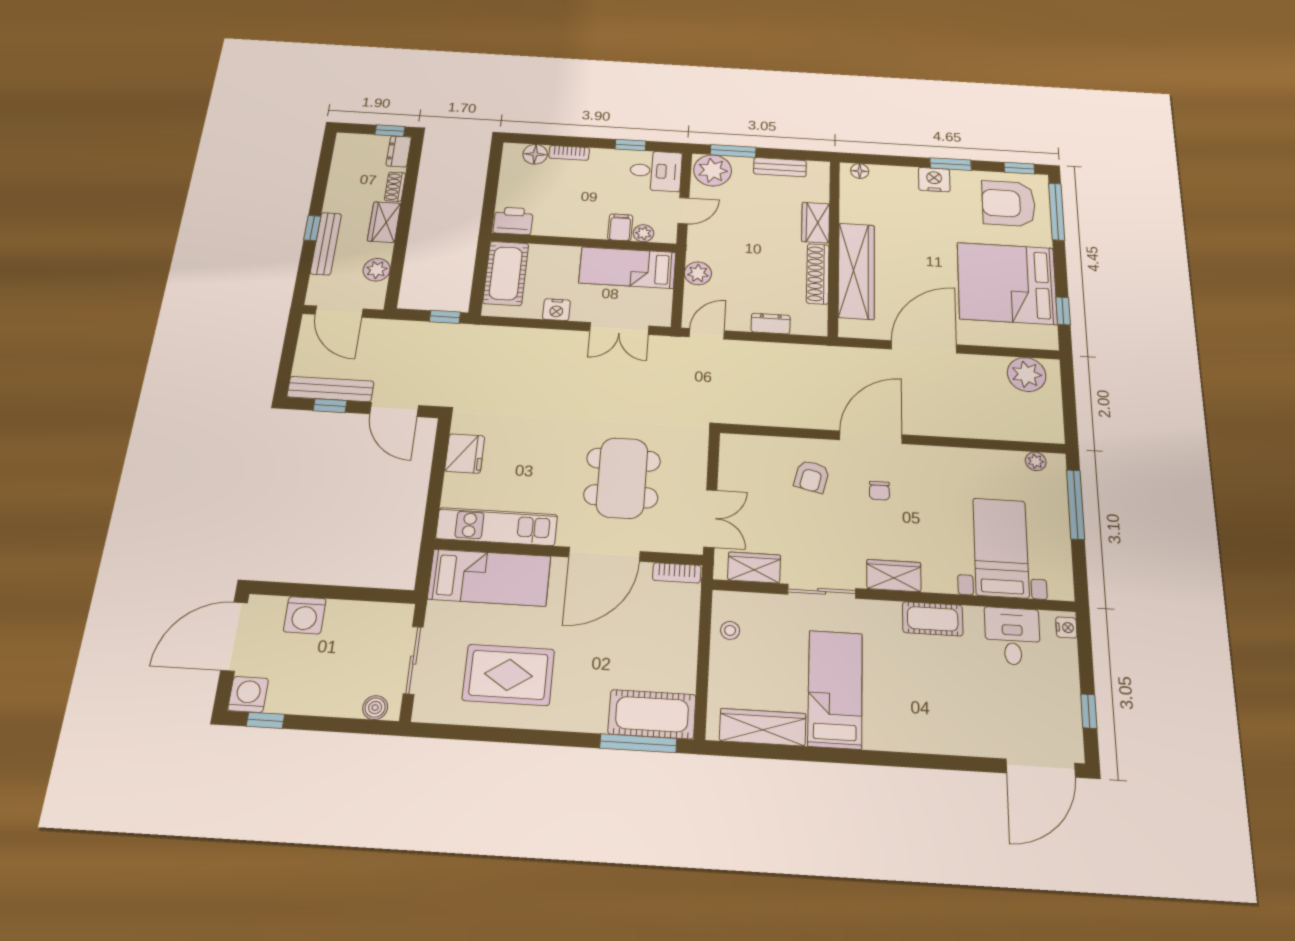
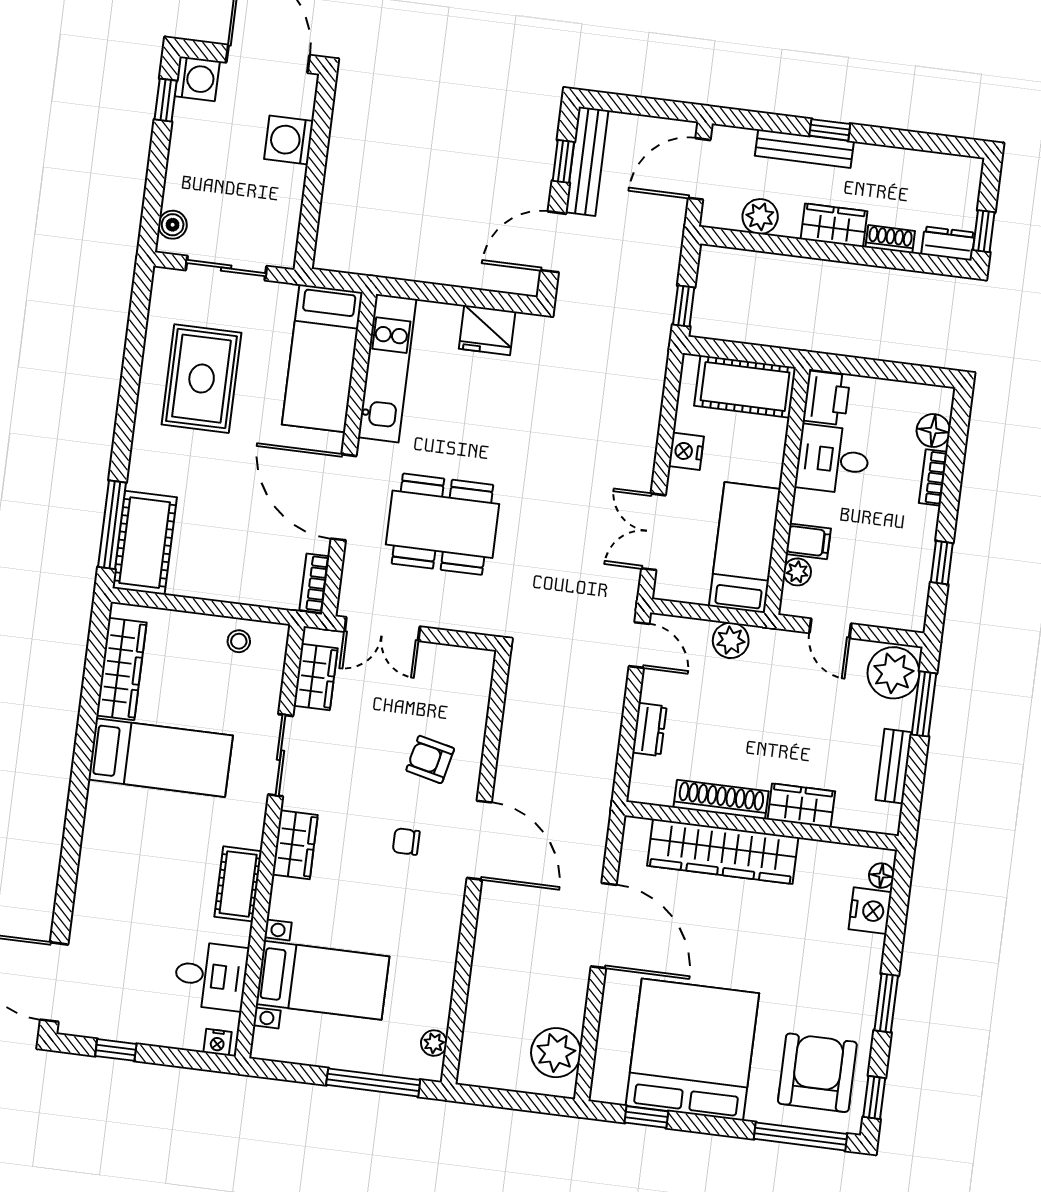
desk: (656, 171) -> (833, 460), moved, turned 90
nightstand: (934, 180) -> (870, 911), moved

